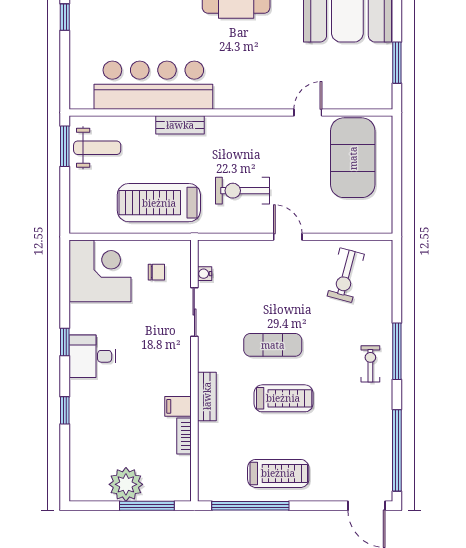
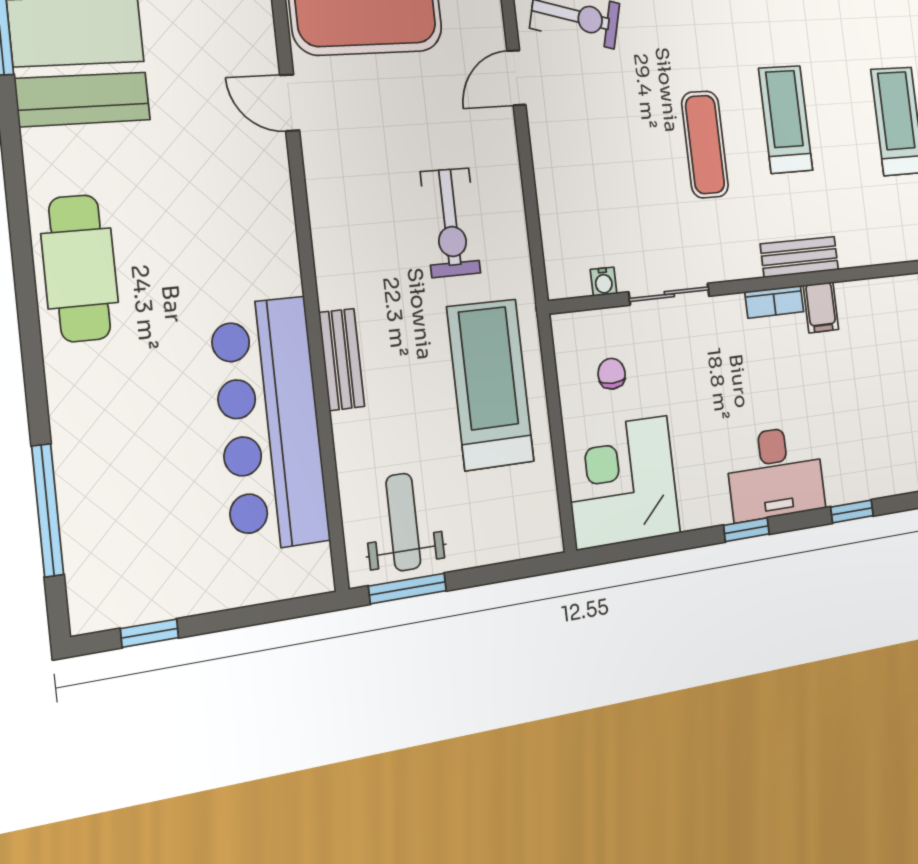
treadmill: (159, 203) -> (490, 384), turned 180
door: (288, 237) -> (516, 78), moved
desk: (92, 356) -> (775, 473), width x1.37
bookcase: (184, 436) -> (774, 302), moved

